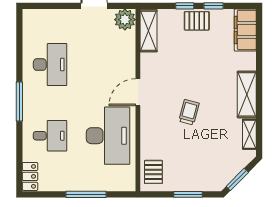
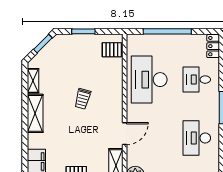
door: (138, 92) -> (125, 134), moved
pallet: (153, 172) -> (112, 50), turned 90
window: (86, 194) -> (167, 31), width x1.46

